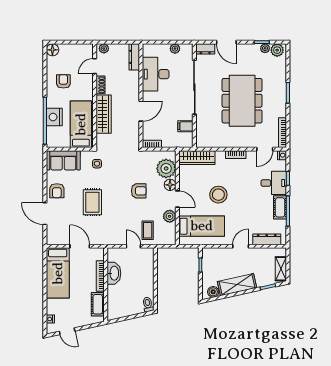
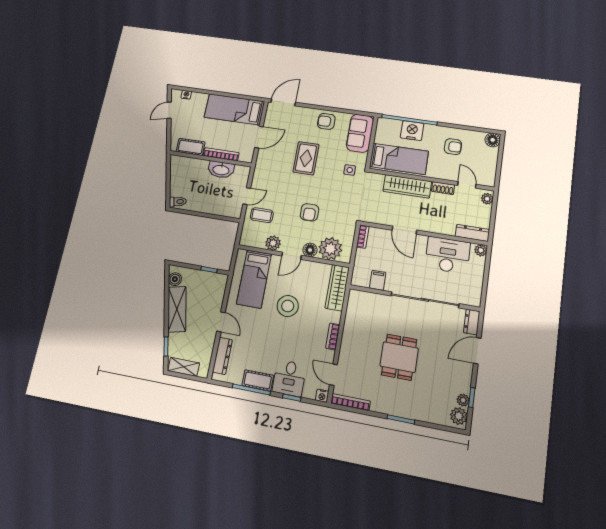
plant: (175, 49) -> (481, 250), moved
dining table: (242, 101) -> (399, 357), width x0.53, depth x0.80
rug: (92, 202) -> (306, 158), turned 90
door: (45, 214) -> (283, 102), moved

